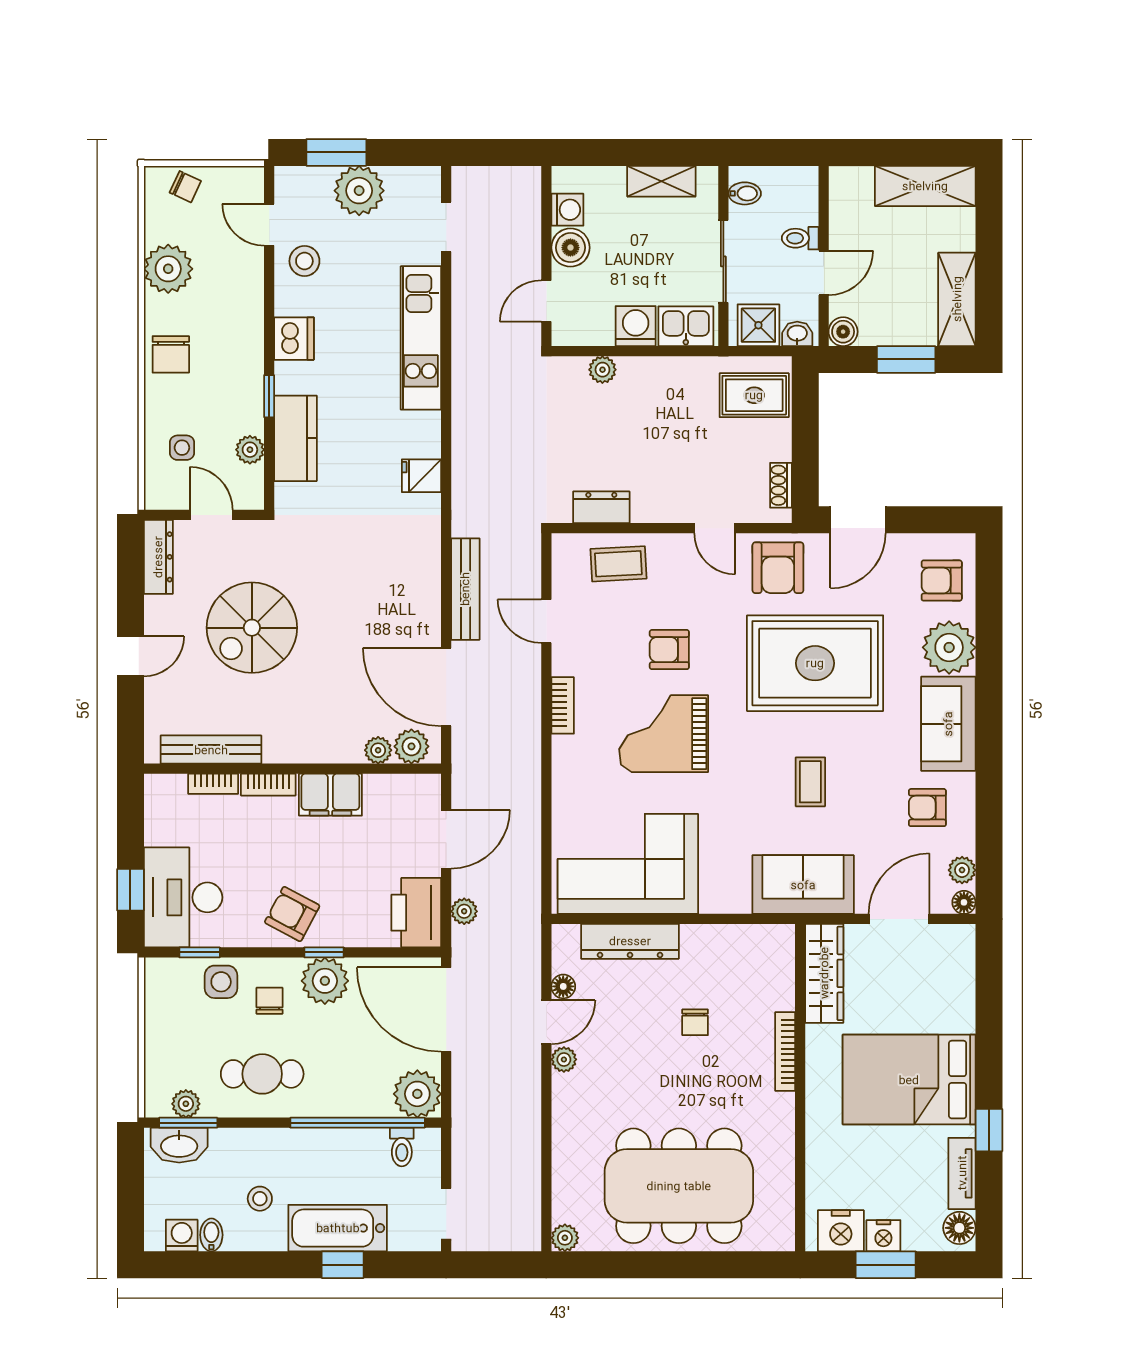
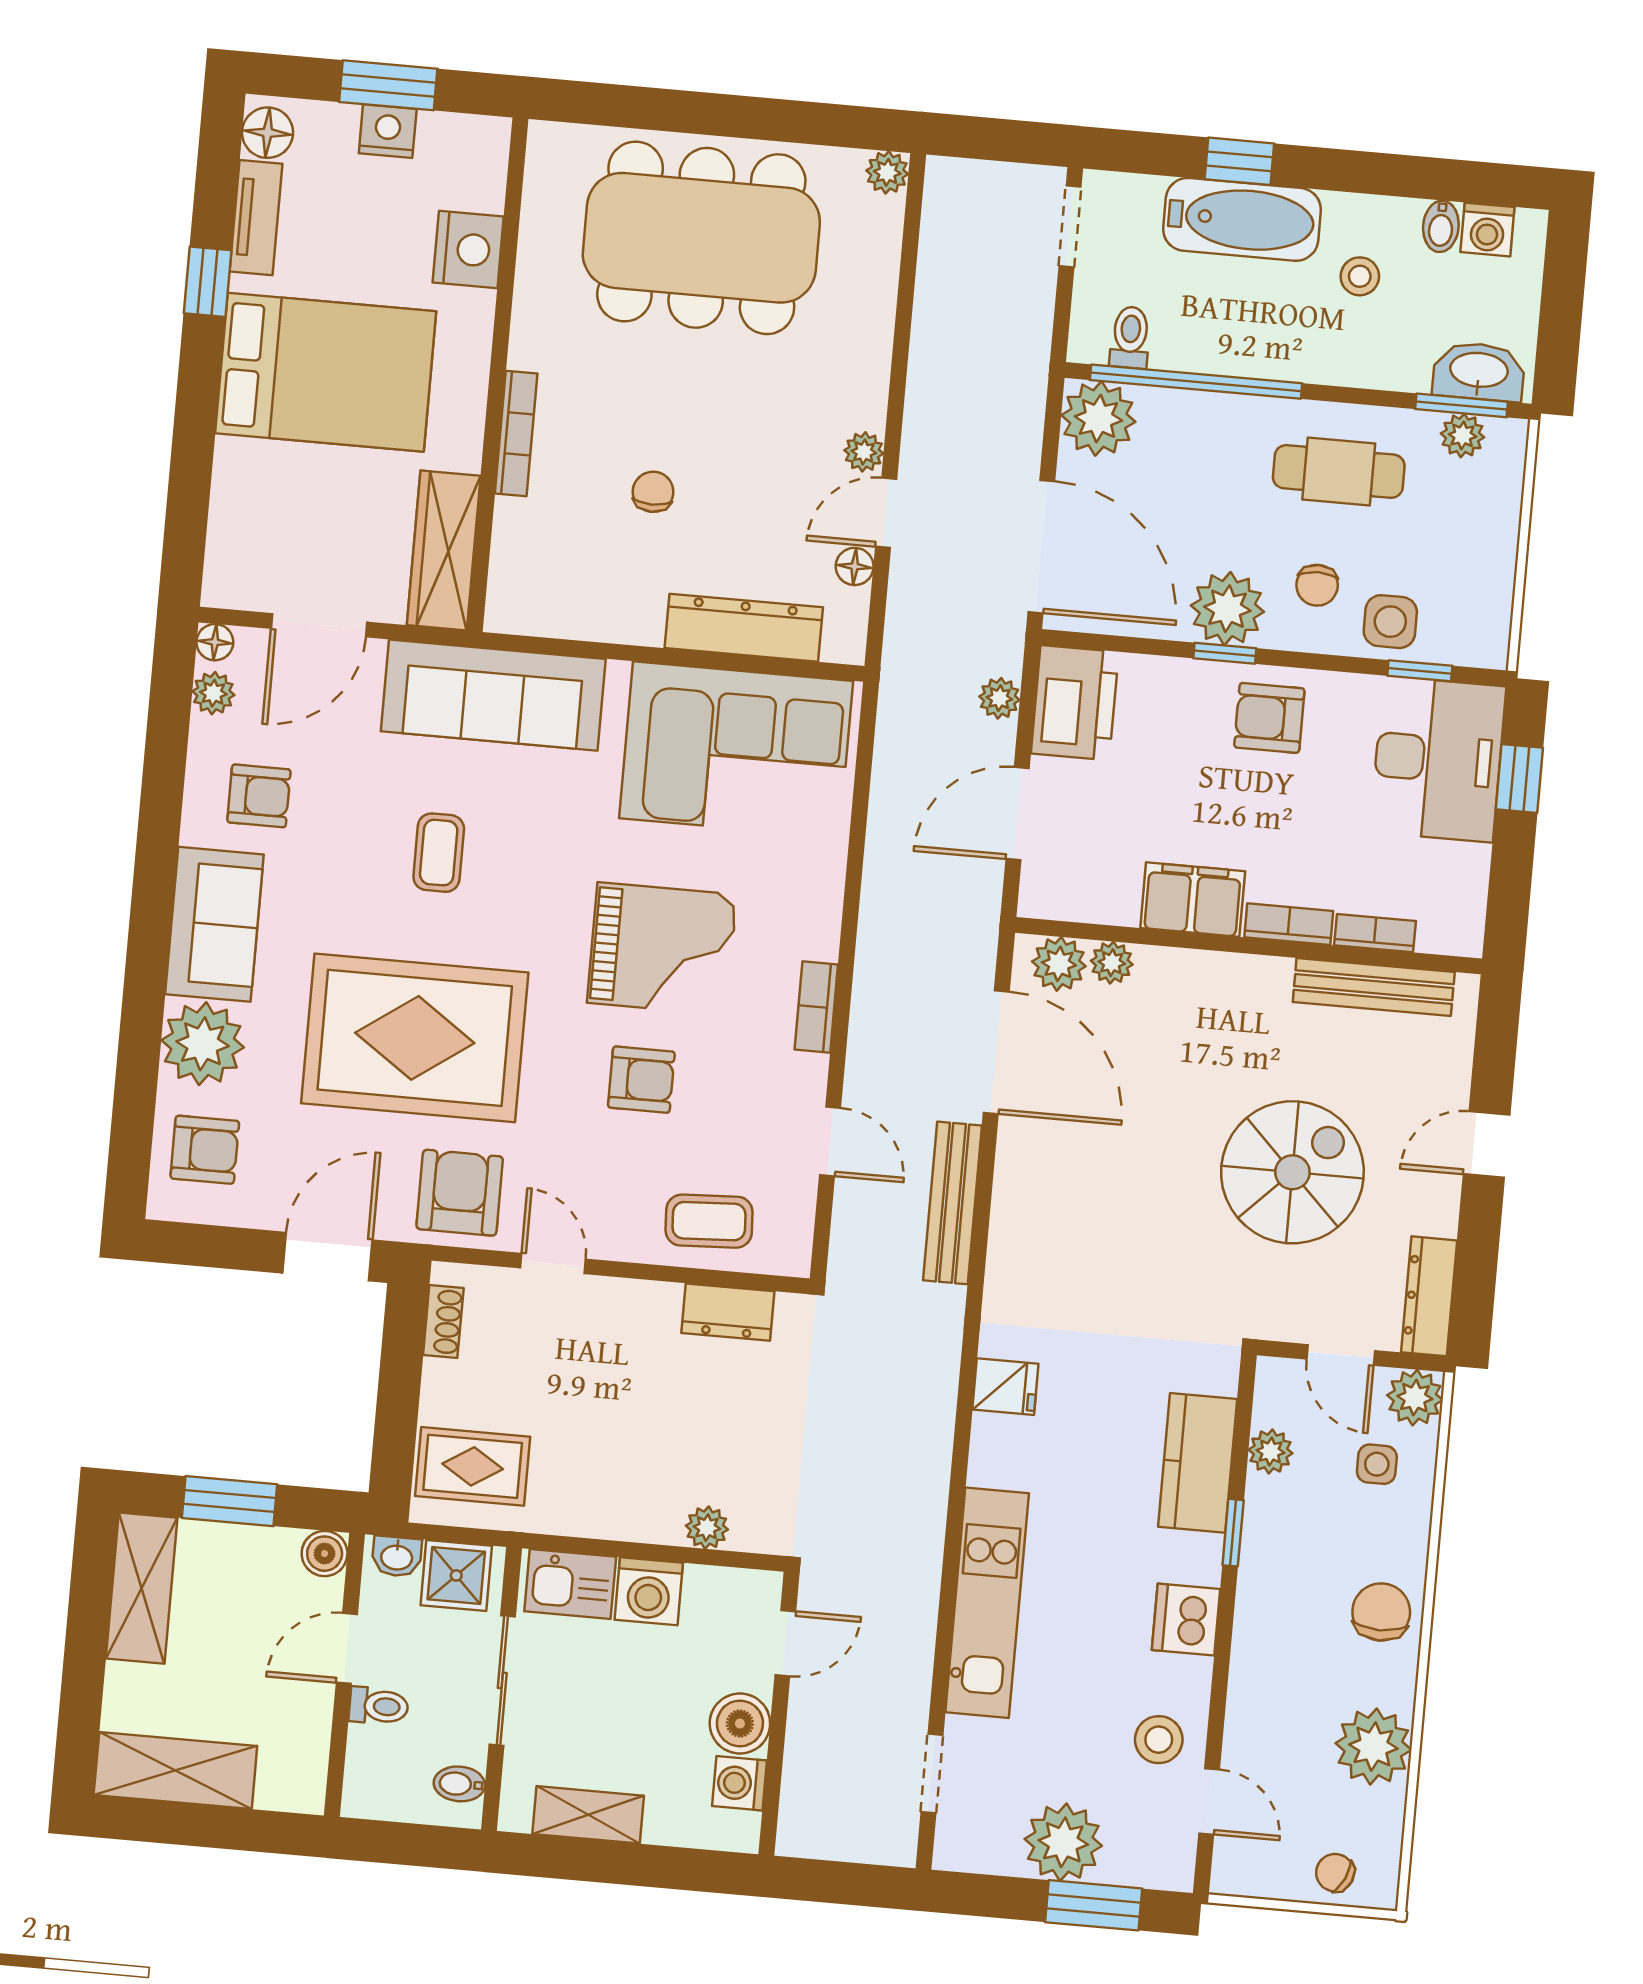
plant: (162, 492) -> (1415, 1398), added
sofa: (803, 885) -> (493, 695), width x1.36
armchair: (292, 914) -> (1269, 718), turned 152
nightstand: (841, 1231) -> (468, 249), moved, turned 90

